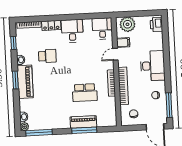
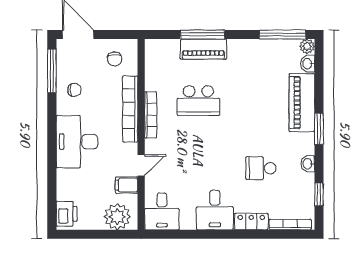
piano: (25, 82) -> (302, 103), moved
school desk: (85, 93) -> (198, 101), turned 180

